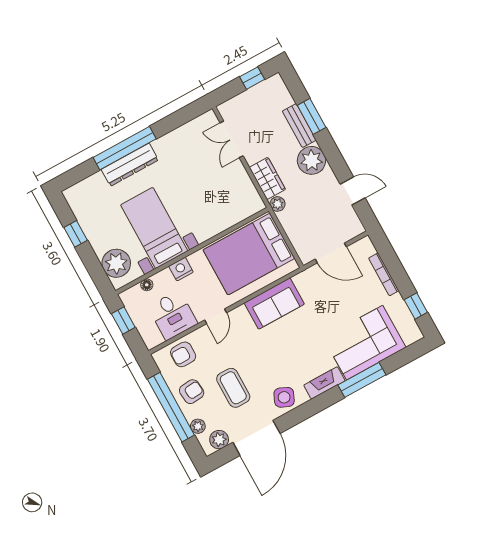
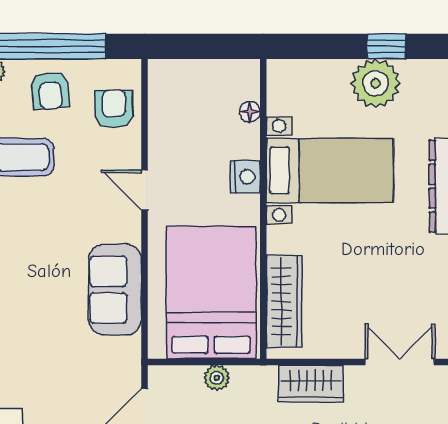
plant: (278, 204) -> (217, 378), moved
wardrobe: (233, 215) -> (284, 301), added
plant: (116, 263) -> (376, 83), moved
desk: (173, 315) -> (182, 126), removed
window: (123, 321) -> (215, 46), removed

